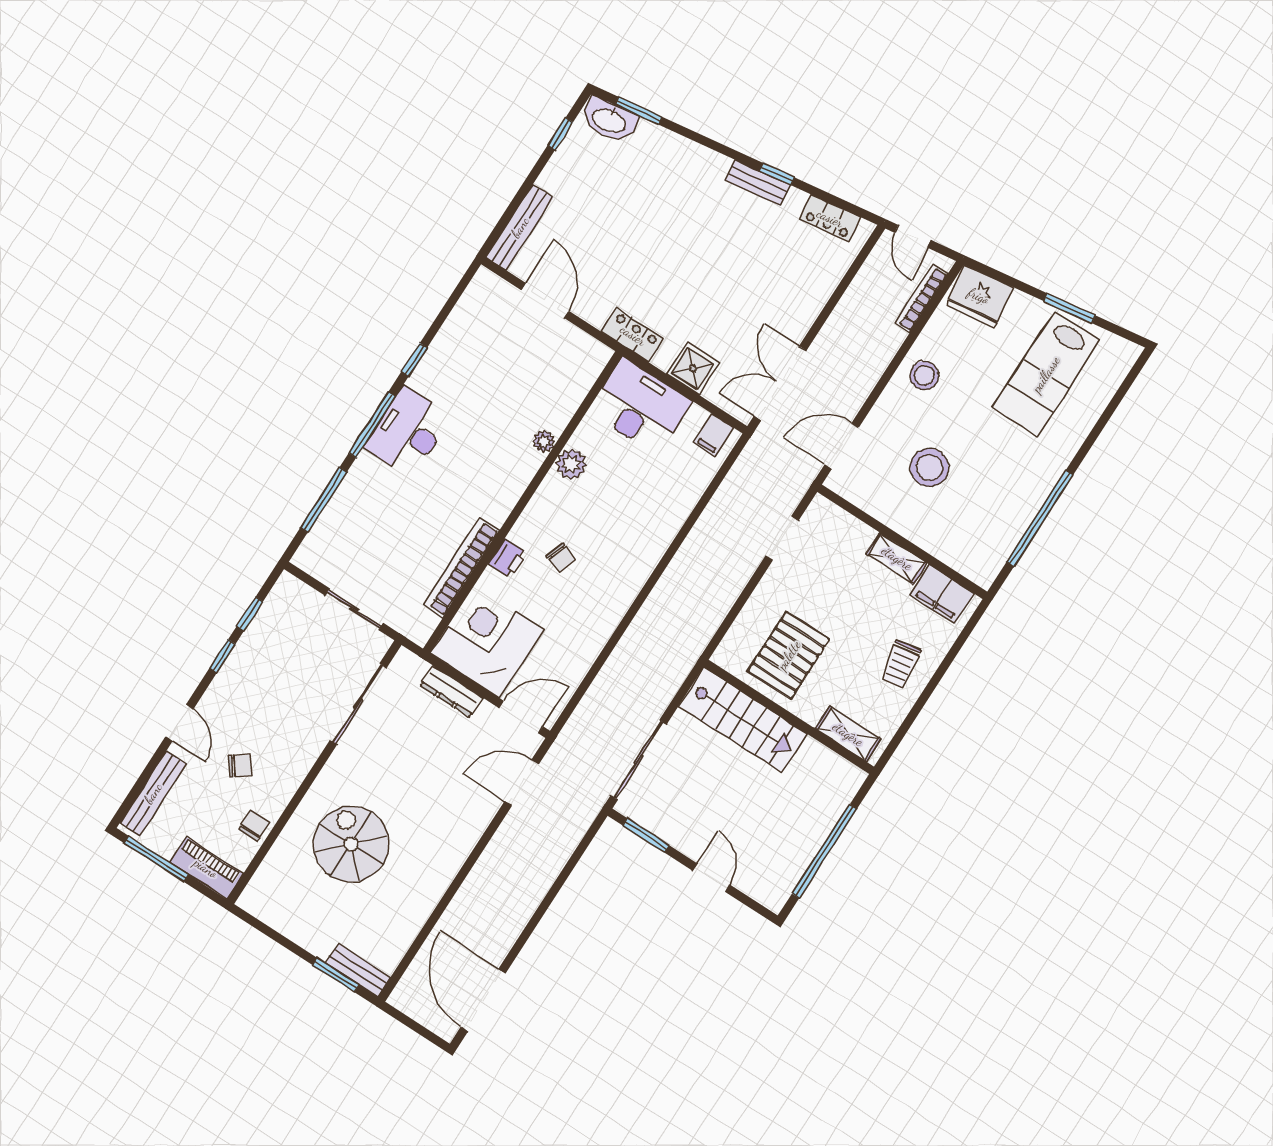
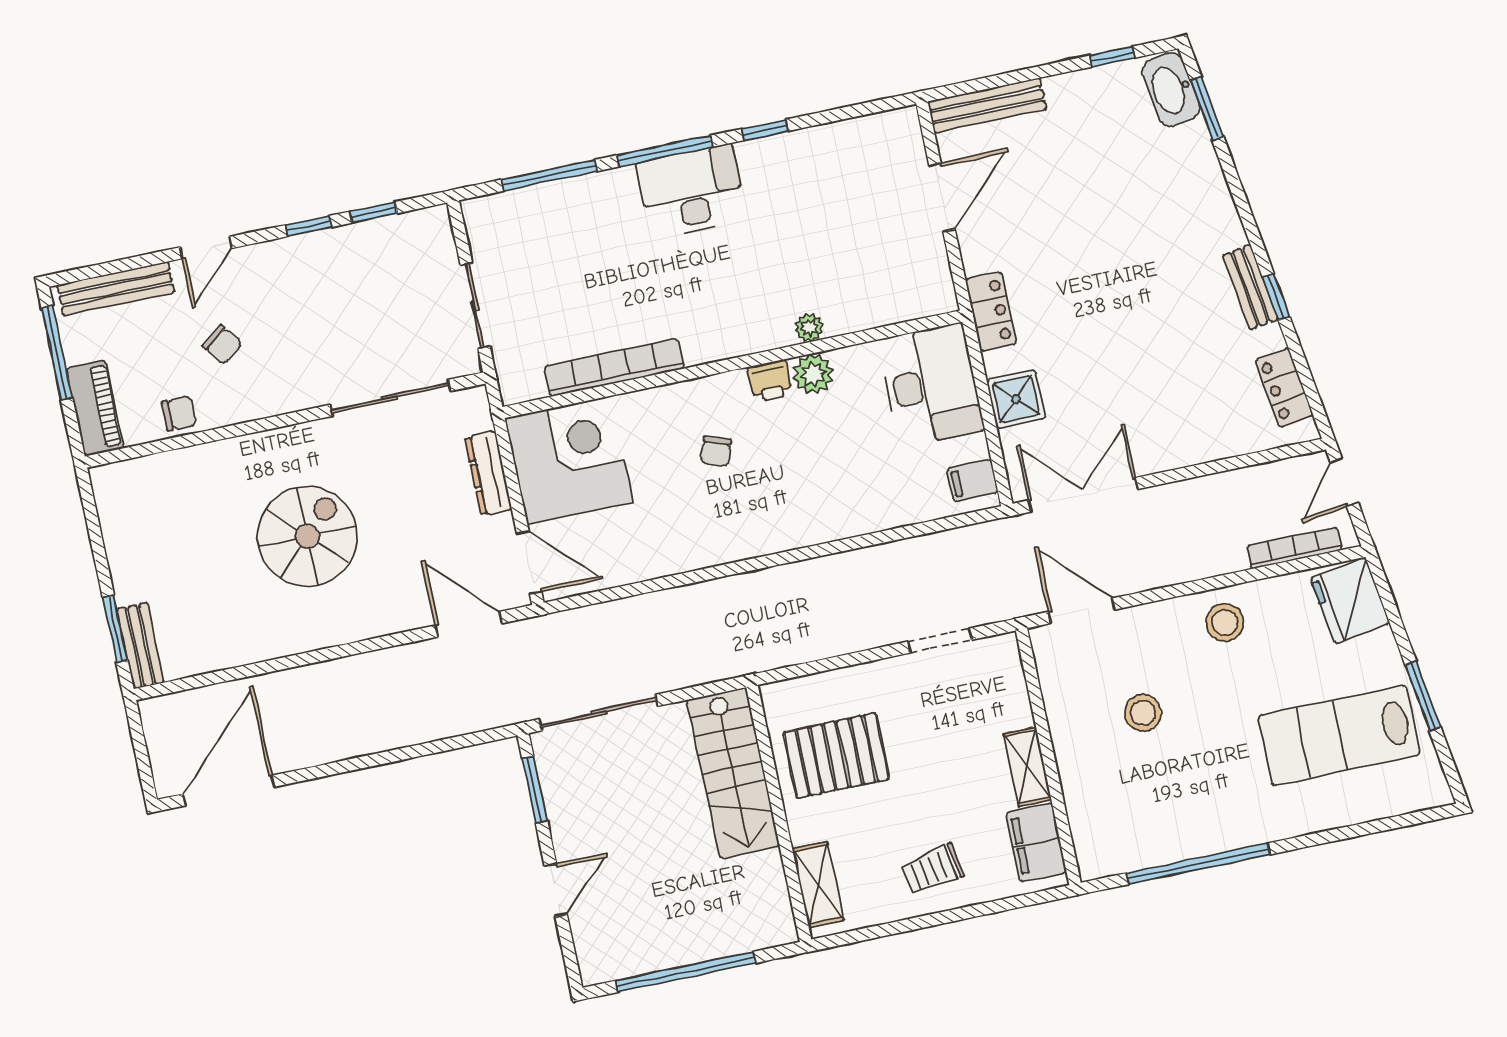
stool: (929, 468) -> (1143, 713), width x0.73, depth x0.73
printer: (508, 558) -> (770, 381), moved
spiral stairs: (351, 844) -> (307, 536), moved

